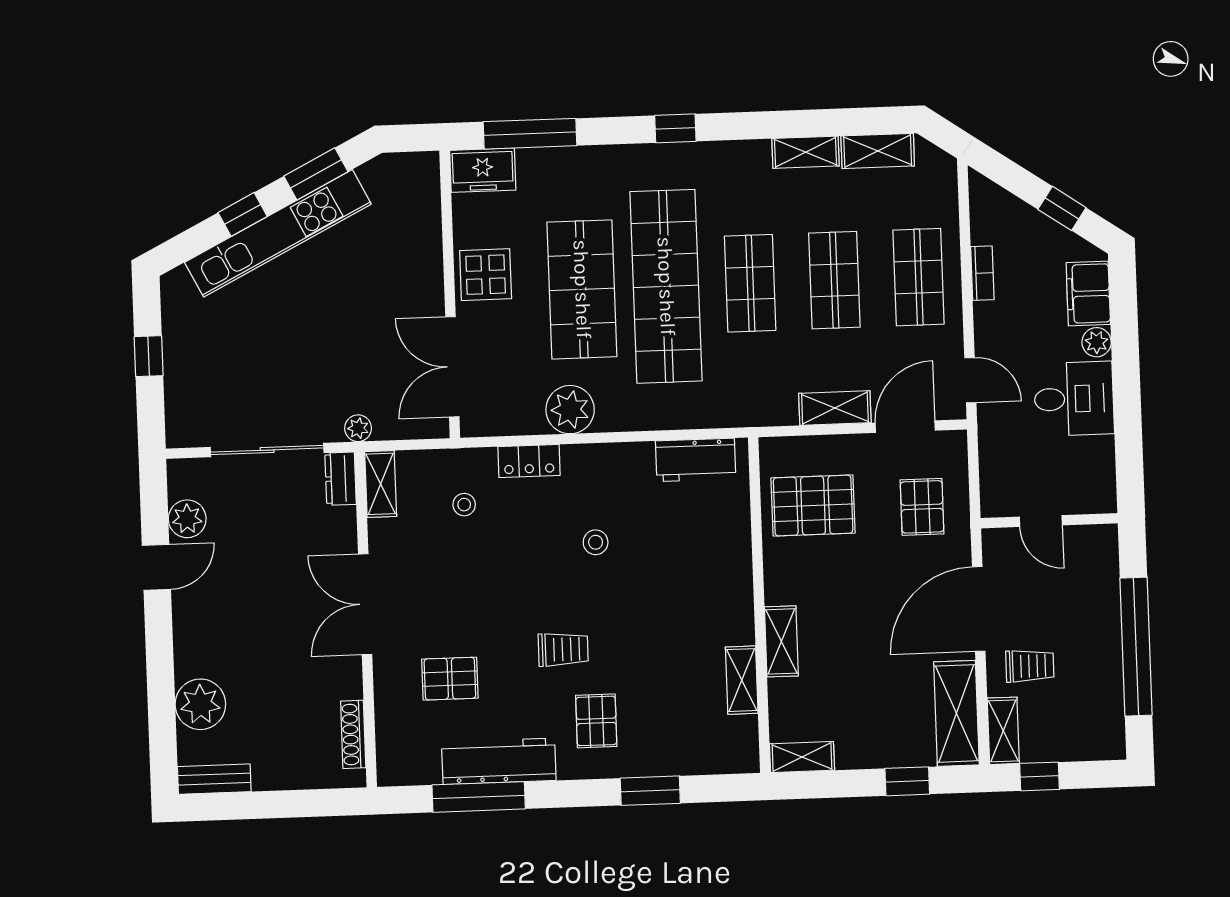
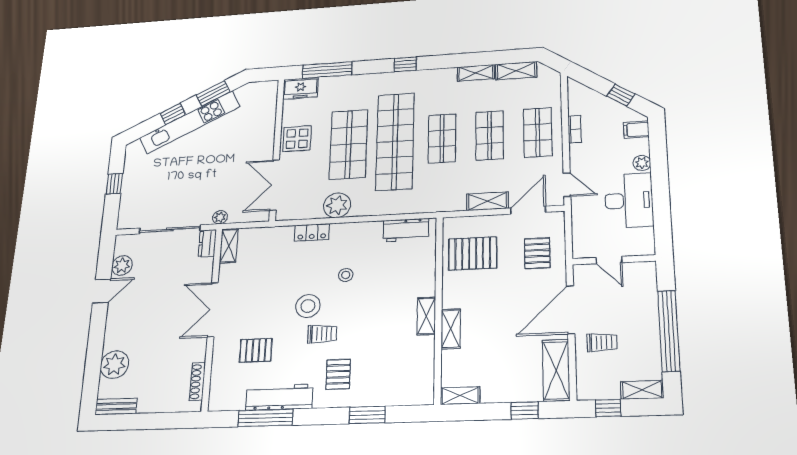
filing cabinet: (1088, 294) -> (636, 130), width x0.50
desk: (1074, 399) -> (629, 200), width x1.37
stool: (464, 505) -> (308, 306), moved, width x1.89, depth x1.89
shelving: (742, 680) -> (426, 316), moved
shelving: (1003, 731) -> (642, 390), moved, turned 90

